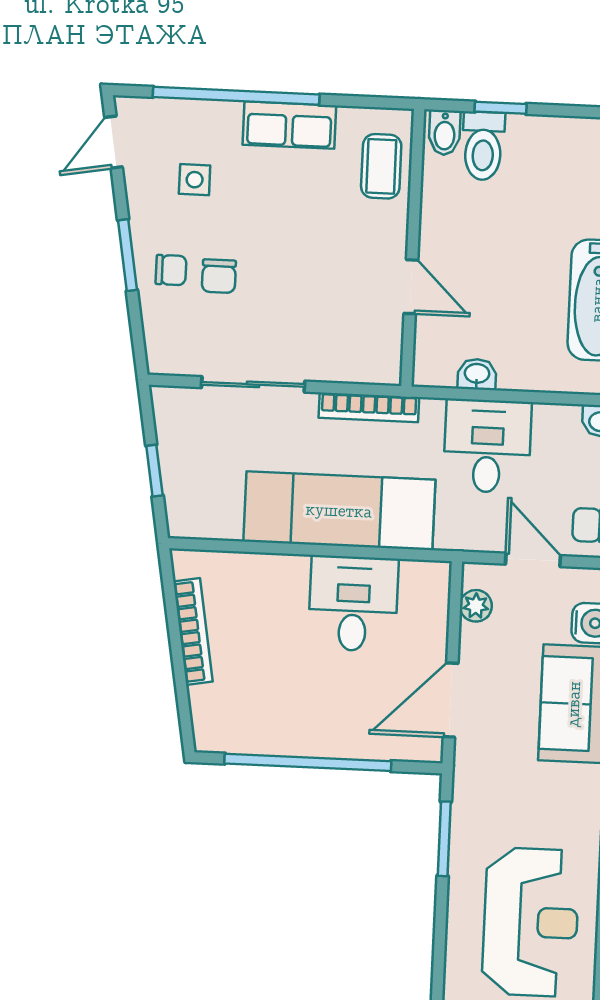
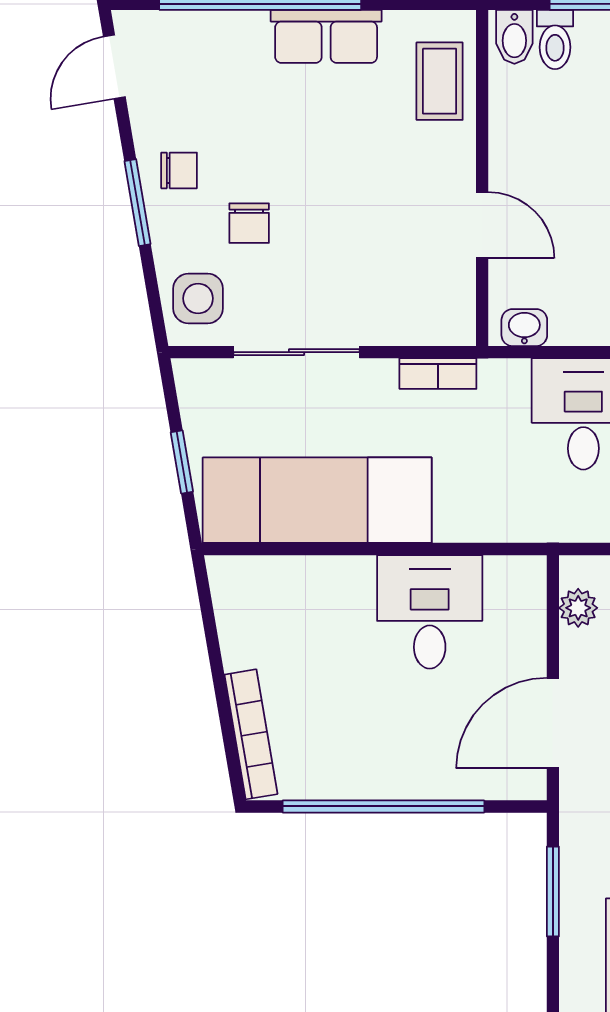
toilet: (483, 146) -> (555, 40), width x0.73, depth x0.72
side table: (195, 180) -> (198, 298), moved, width x1.37, depth x1.37
chair: (171, 270) -> (179, 170), moved
washbasin: (477, 374) -> (524, 328), moved
bookcase: (369, 407) -> (438, 374), width x0.64
exam couch: (339, 511) -> (317, 500), moved
bookcase: (193, 632) -> (251, 734), moved

